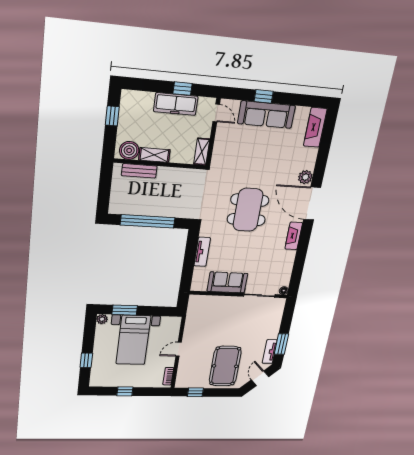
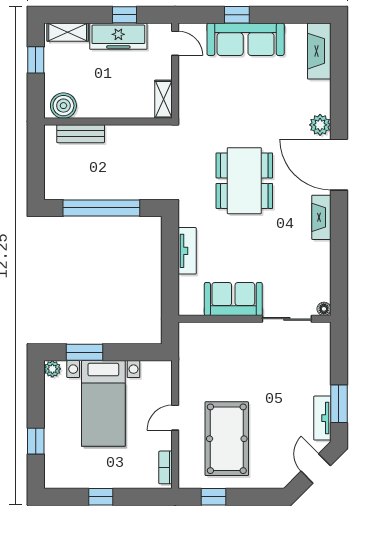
shelving: (154, 155) -> (68, 32), moved
pool table: (225, 366) -> (227, 439), moved

